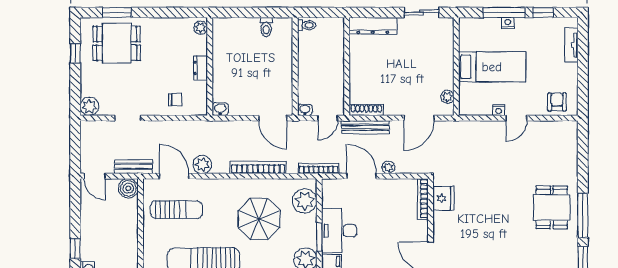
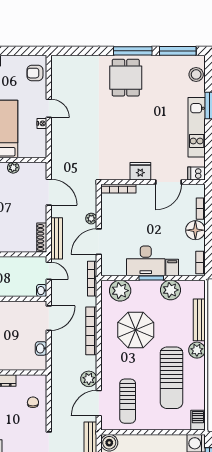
plant: (447, 97) -> (13, 168), moved
washbasin: (220, 109) -> (41, 348), moved
fridge: (443, 198) -> (140, 171), moved
dining table: (552, 207) -> (126, 78), turned 90
sun lounger: (176, 210) -> (128, 401), turned 180

